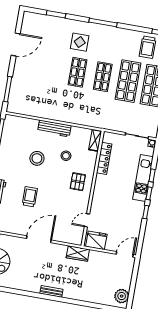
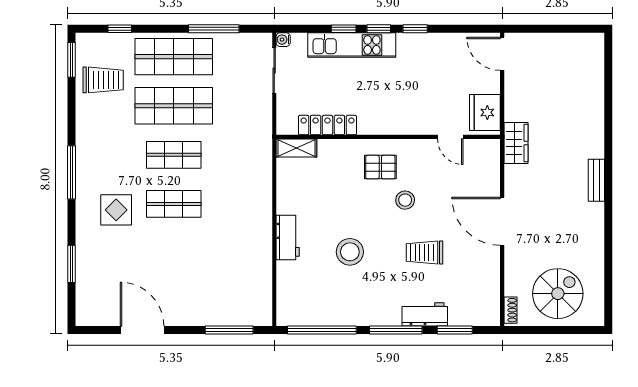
workbench: (54, 128) -> (288, 238), width x0.73
stool: (66, 156) -> (405, 200), moved
plant: (122, 296) -> (582, 46), removed

